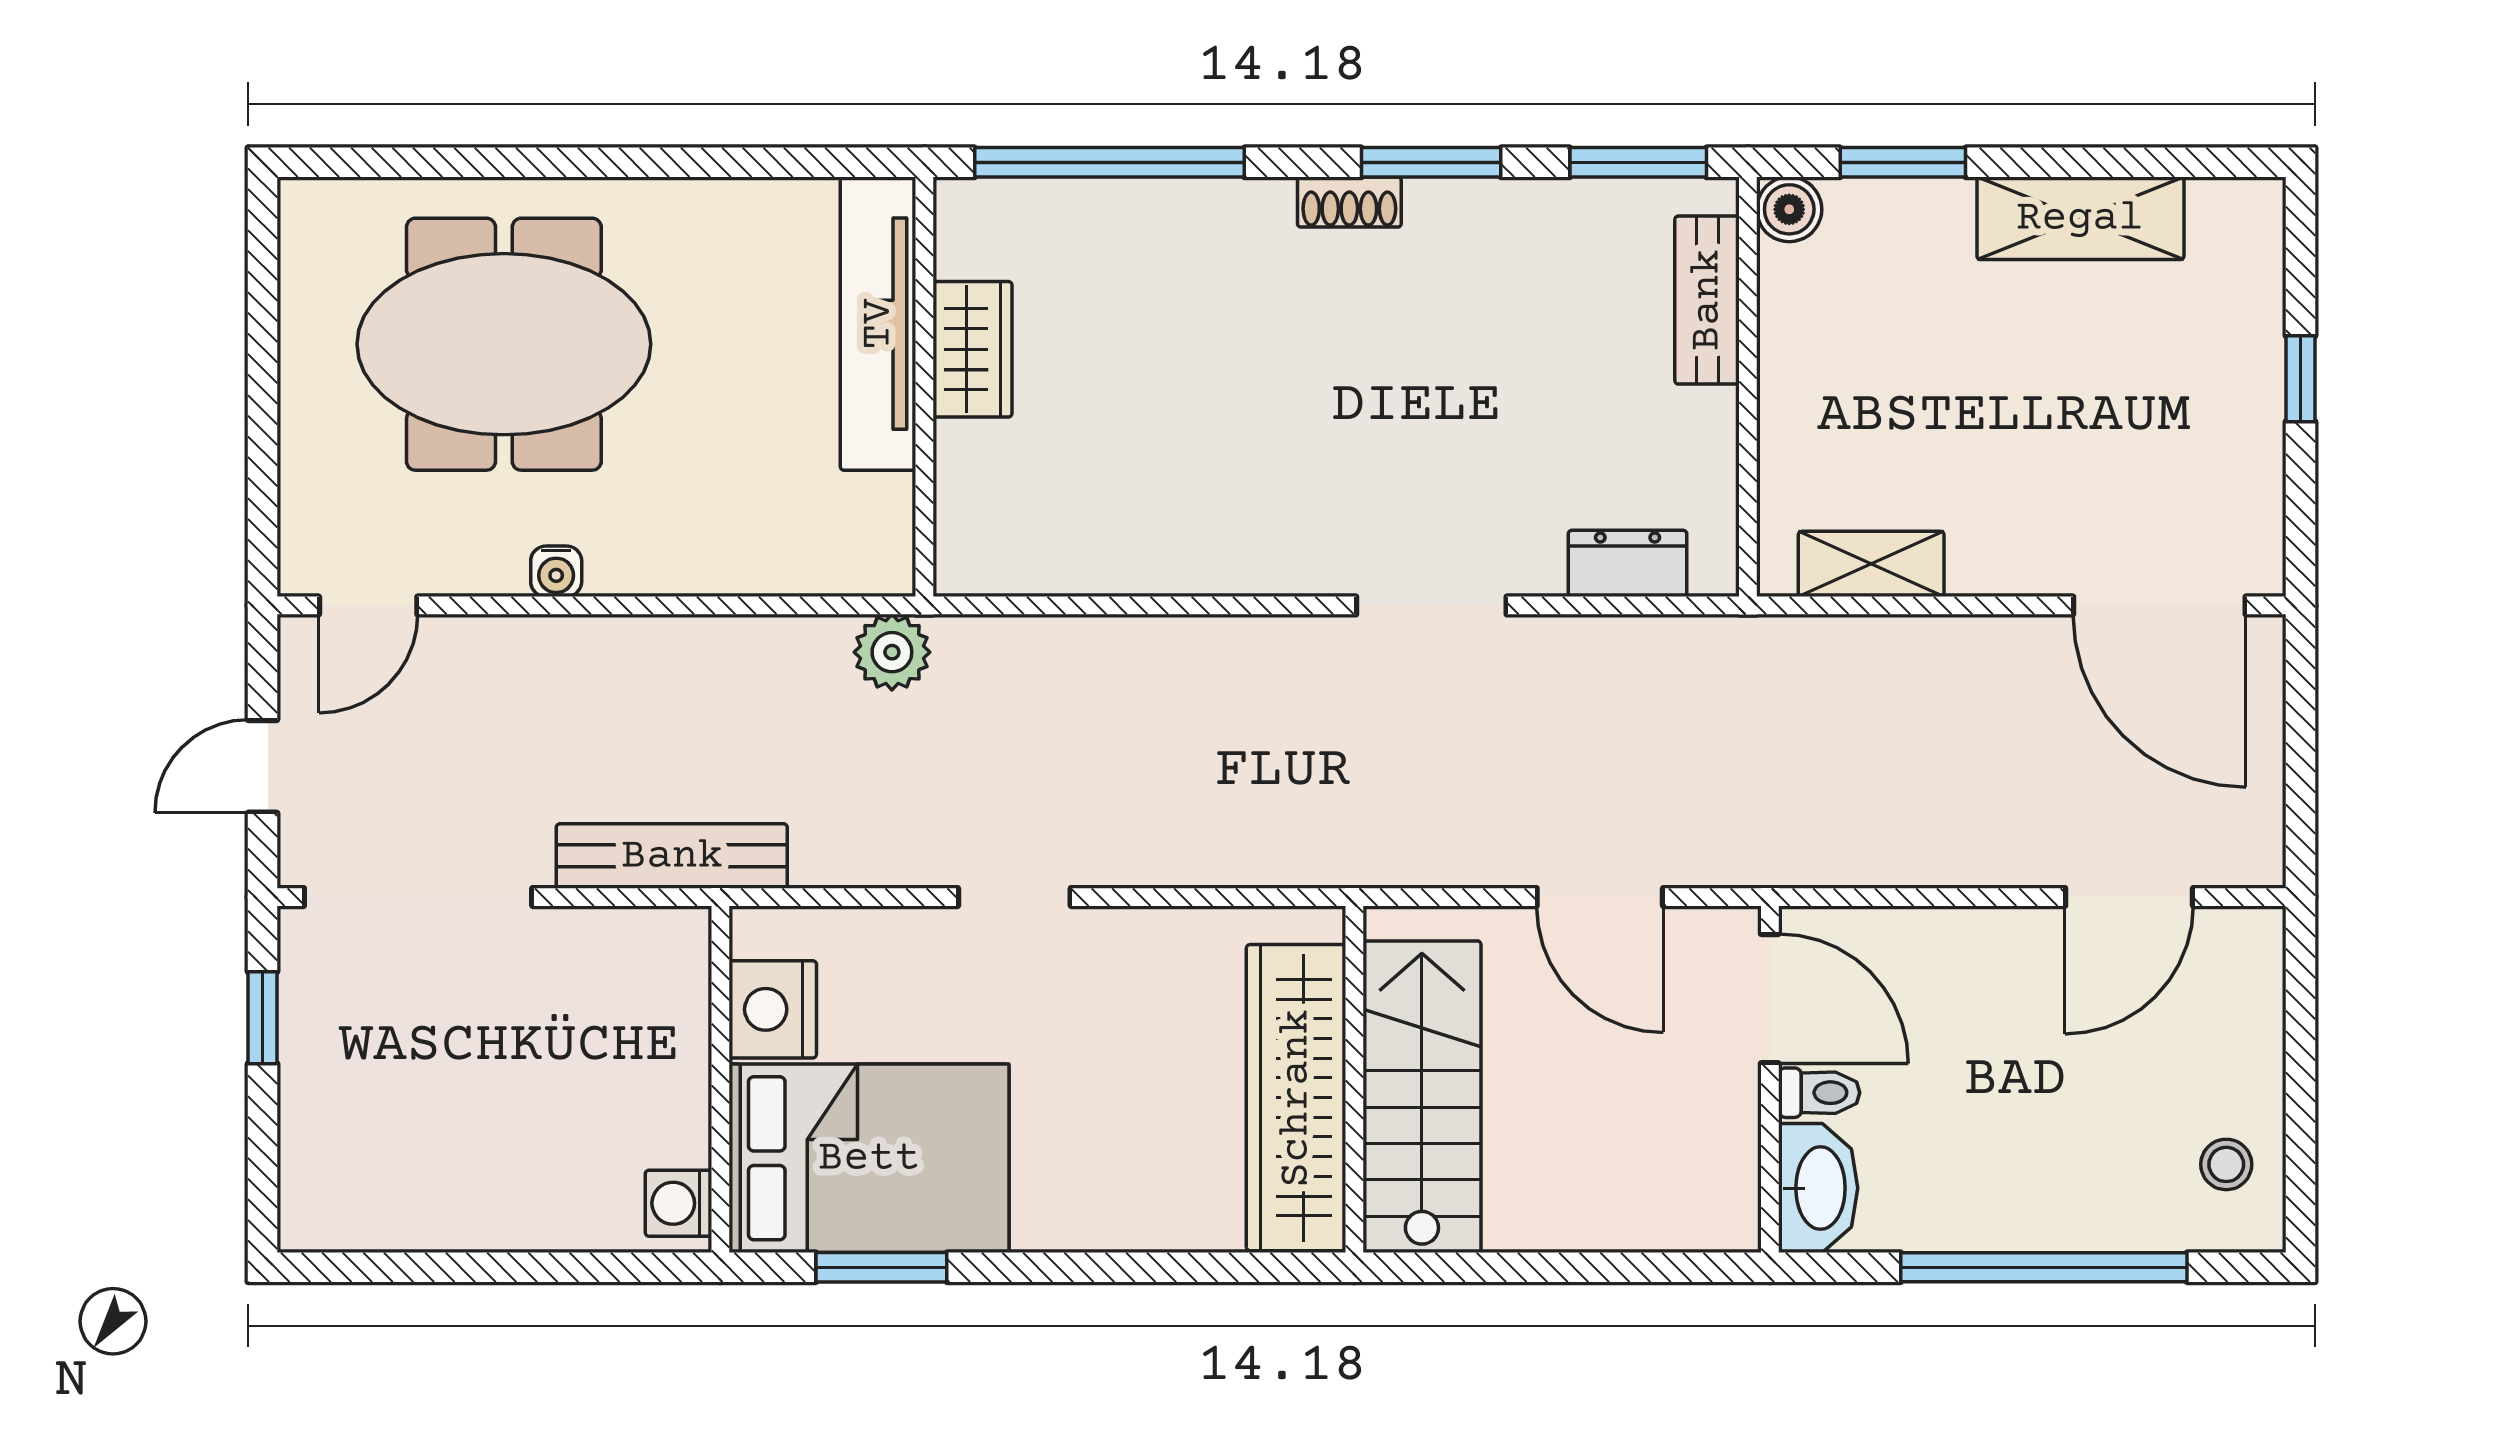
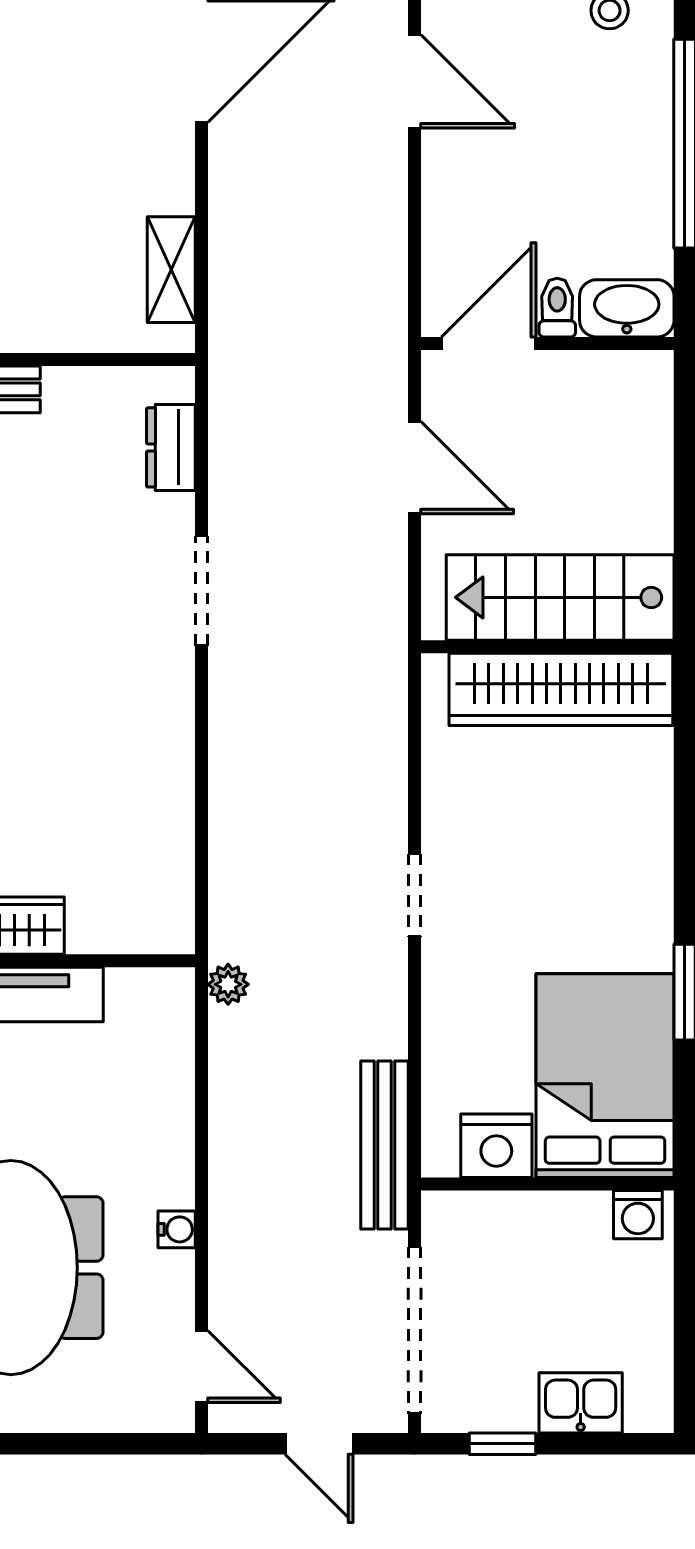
plant: (892, 652) -> (228, 984), width x0.73, depth x0.73
door: (1600, 897) -> (414, 468), hinge flipped
nightstand: (773, 1009) -> (496, 1146), moved
wall: (720, 1079) -> (547, 1184), moved
kitchen sink: (318, 1125) -> (581, 1403), added
bed: (869, 1158) -> (605, 1076), moved
washing machine: (678, 1203) -> (638, 1215), moved

